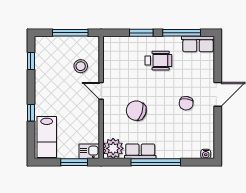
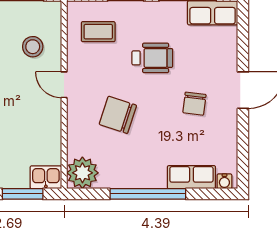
coffee table: (123, 56) -> (98, 32), added
wheelchair: (158, 61) -> (152, 58), moved
row of seats: (140, 151) -> (191, 177), moved

